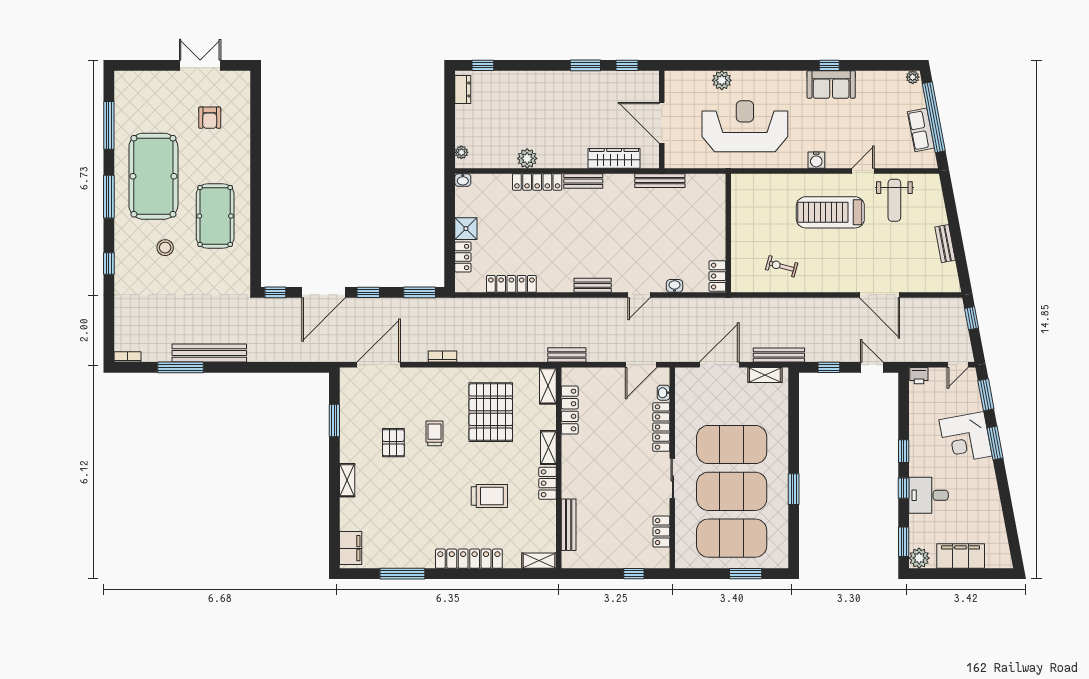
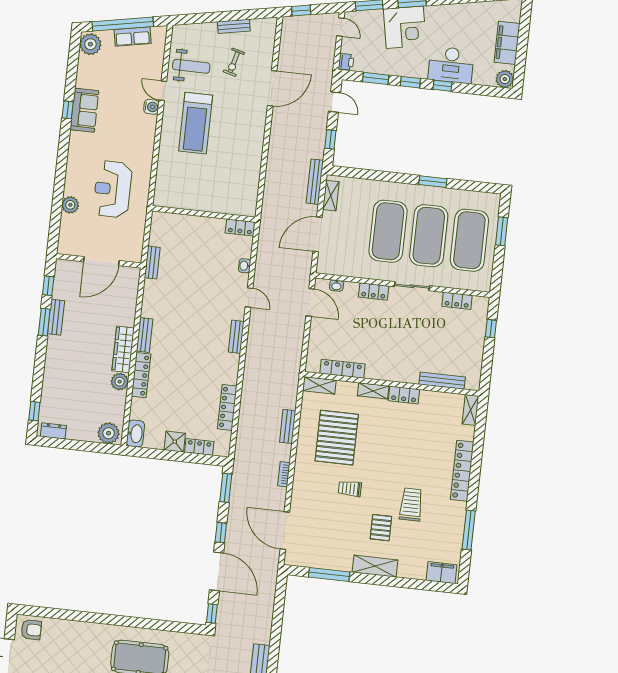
plant: (913, 77) -> (90, 44), width x1.88, depth x1.88
bench: (592, 78) -> (56, 317), added
armchair: (210, 118) -> (31, 630), moved
reception desk: (745, 126) -> (113, 189), width x0.74, depth x0.77
plant: (461, 152) -> (109, 433), width x1.88, depth x1.88
wardrobe: (614, 158) -> (123, 349), moved
water cooler: (816, 160) -> (151, 107), moved
washbasin: (463, 180) -> (135, 434), width x1.91, depth x1.45
bench: (660, 181) -> (152, 263), width x0.73
exercise bike: (782, 266) -> (234, 62), moved
bench: (567, 355) -> (288, 426), moved
door: (719, 365) -> (318, 234), hinge flipped
door: (872, 367) -> (334, 102), swing flipped
pallet: (491, 412) -> (337, 438), turned 90
window: (334, 421) -> (329, 574), width x1.44
locker: (661, 427) -> (374, 292), width x0.66
pallet: (393, 443) -> (381, 528), moved, turned 90
shelving: (347, 480) -> (375, 566), width x1.50, depth x1.33
desk: (929, 495) -> (451, 65), width x1.37
trolley: (489, 496) -> (411, 504), moved
window: (904, 542) -> (376, 78), moved

